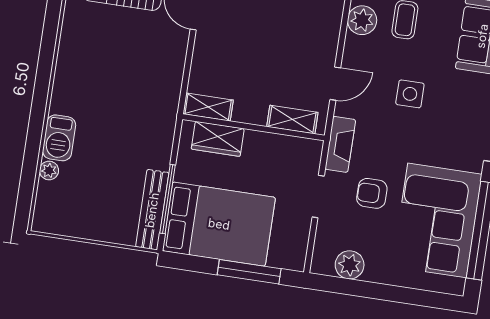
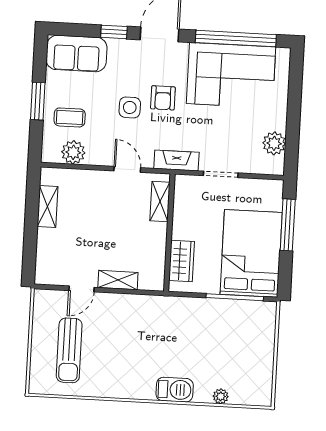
shelving: (208, 107) -> (118, 280), moved, turned 90
barbecue: (59, 138) -> (175, 390), moved
armchair: (372, 193) -> (163, 98), moved
bench: (152, 210) -> (245, 309), removed

